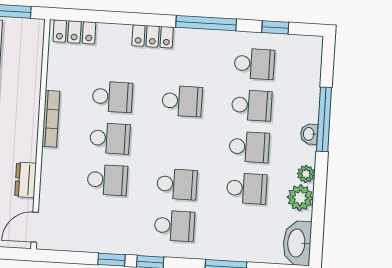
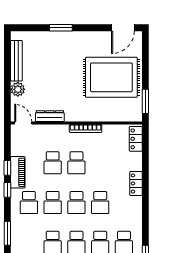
window: (206, 23) -> (145, 213), removed
school desk: (112, 97) -> (76, 203), moved
dresser: (26, 180) -> (50, 116), width x1.44
piano: (120, 242) -> (18, 172), added

